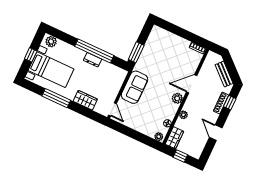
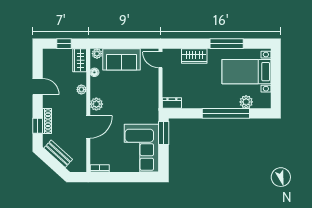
plant: (51, 42) -> (246, 102), moved
corner sofa: (158, 49) -> (142, 148), added
window: (94, 51) -> (226, 113), moved
window: (31, 55) -> (276, 77), removed
dresser: (93, 60) -> (172, 103), moved
sofa: (135, 87) -> (122, 59), moved, turned -90

